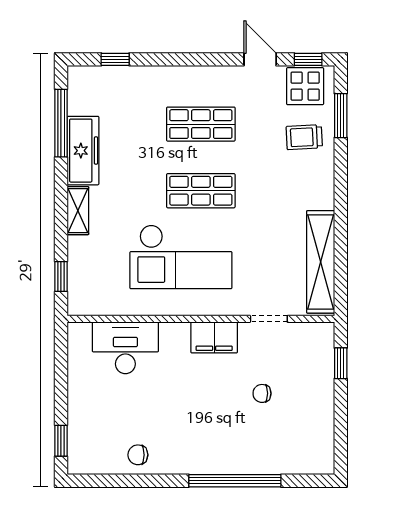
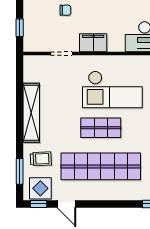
shop shelf: (201, 124) -> (101, 166), width x2.00, depth x1.36
checkout: (181, 257) -> (112, 89), turned 180
shelving: (321, 262) -> (31, 113), moved

